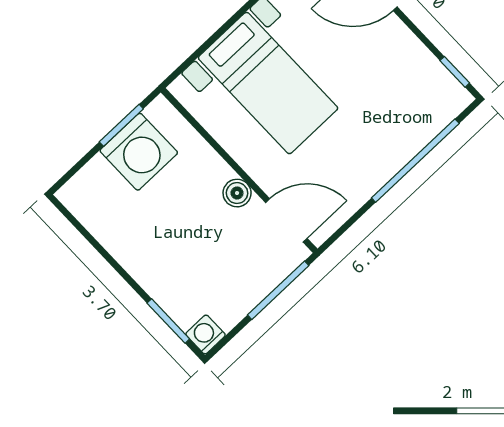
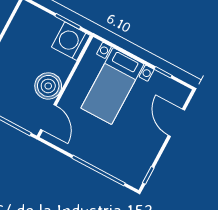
washing machine: (139, 152) -> (71, 41), moved, turned 90
boiler: (237, 193) -> (48, 86), width x1.86, depth x1.86

